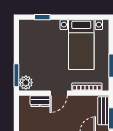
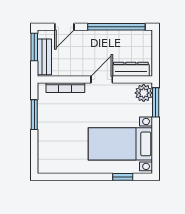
bed with nightstands: (81, 45) -> (120, 144), moved, turned -90
dresser: (40, 101) -> (131, 69), width x1.44

